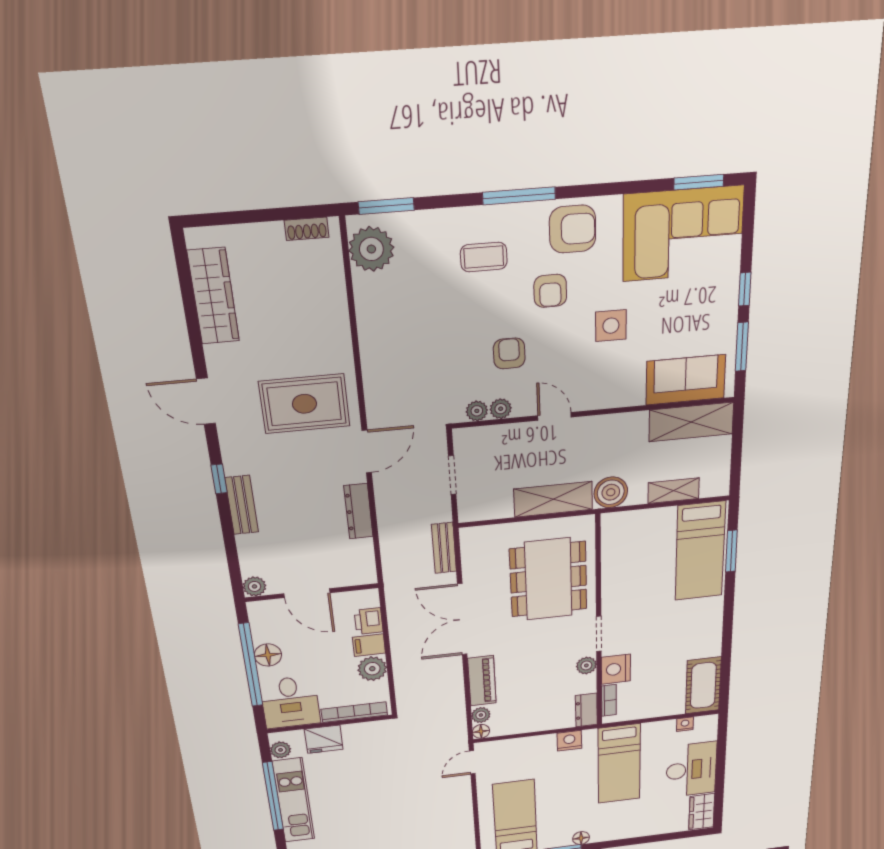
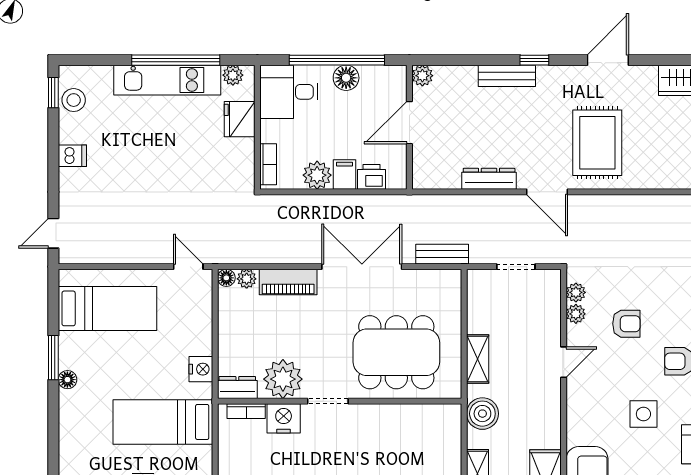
shelving: (553, 499) -> (478, 359), width x0.67, depth x0.75
plant: (586, 665) -> (283, 379), width x1.88, depth x1.88
bookcase: (354, 712) -> (268, 164), width x0.64

